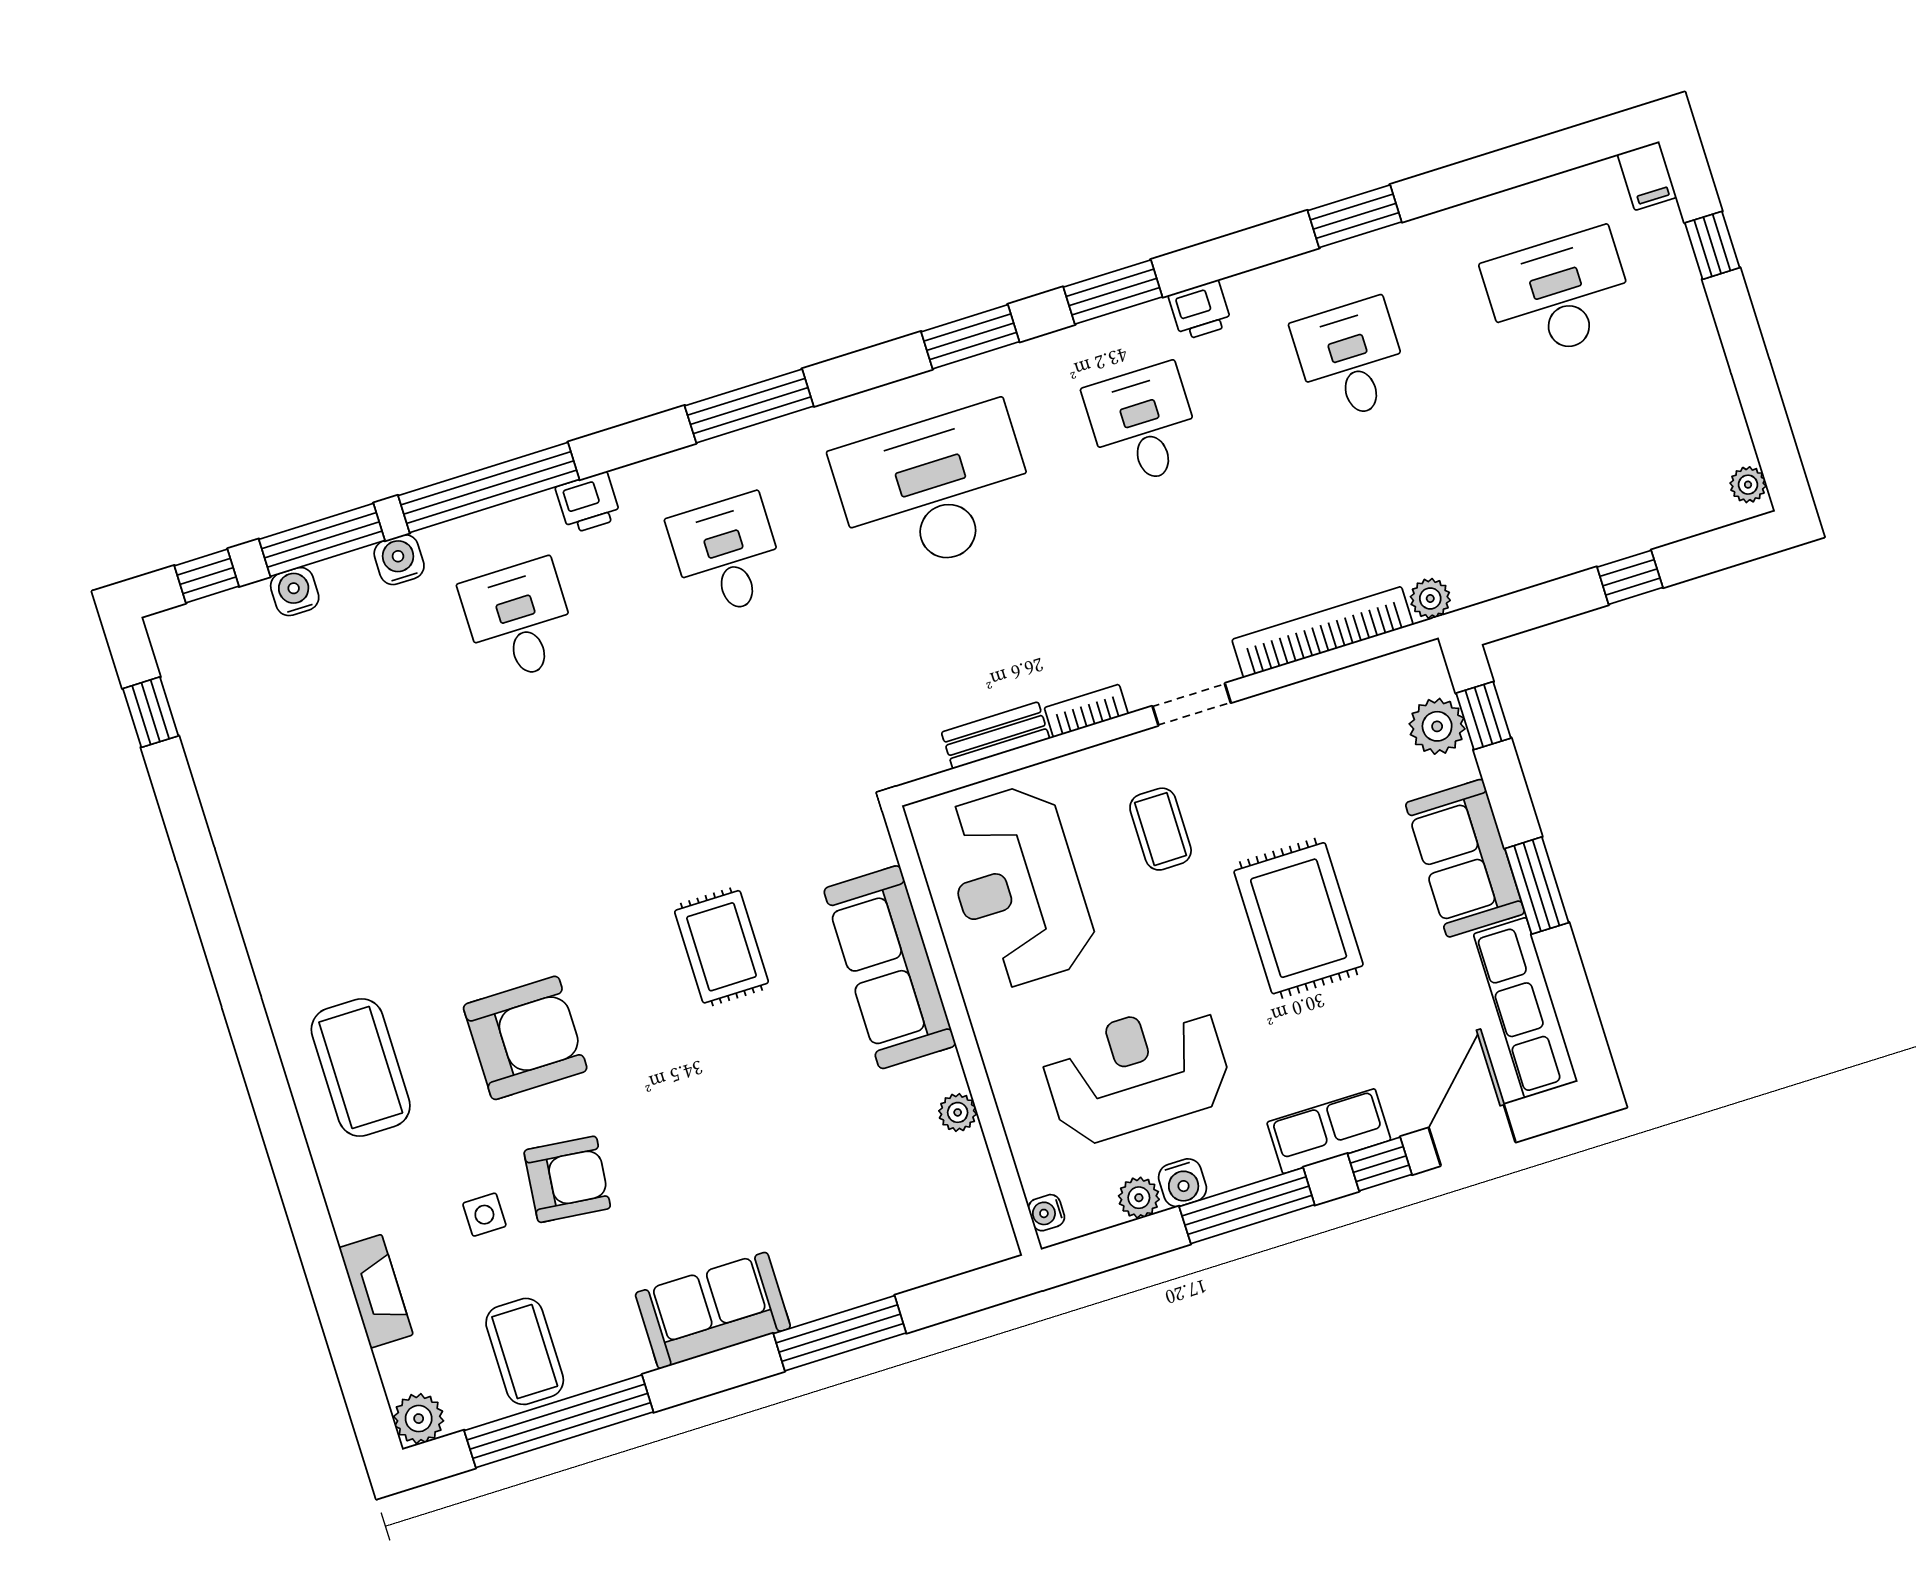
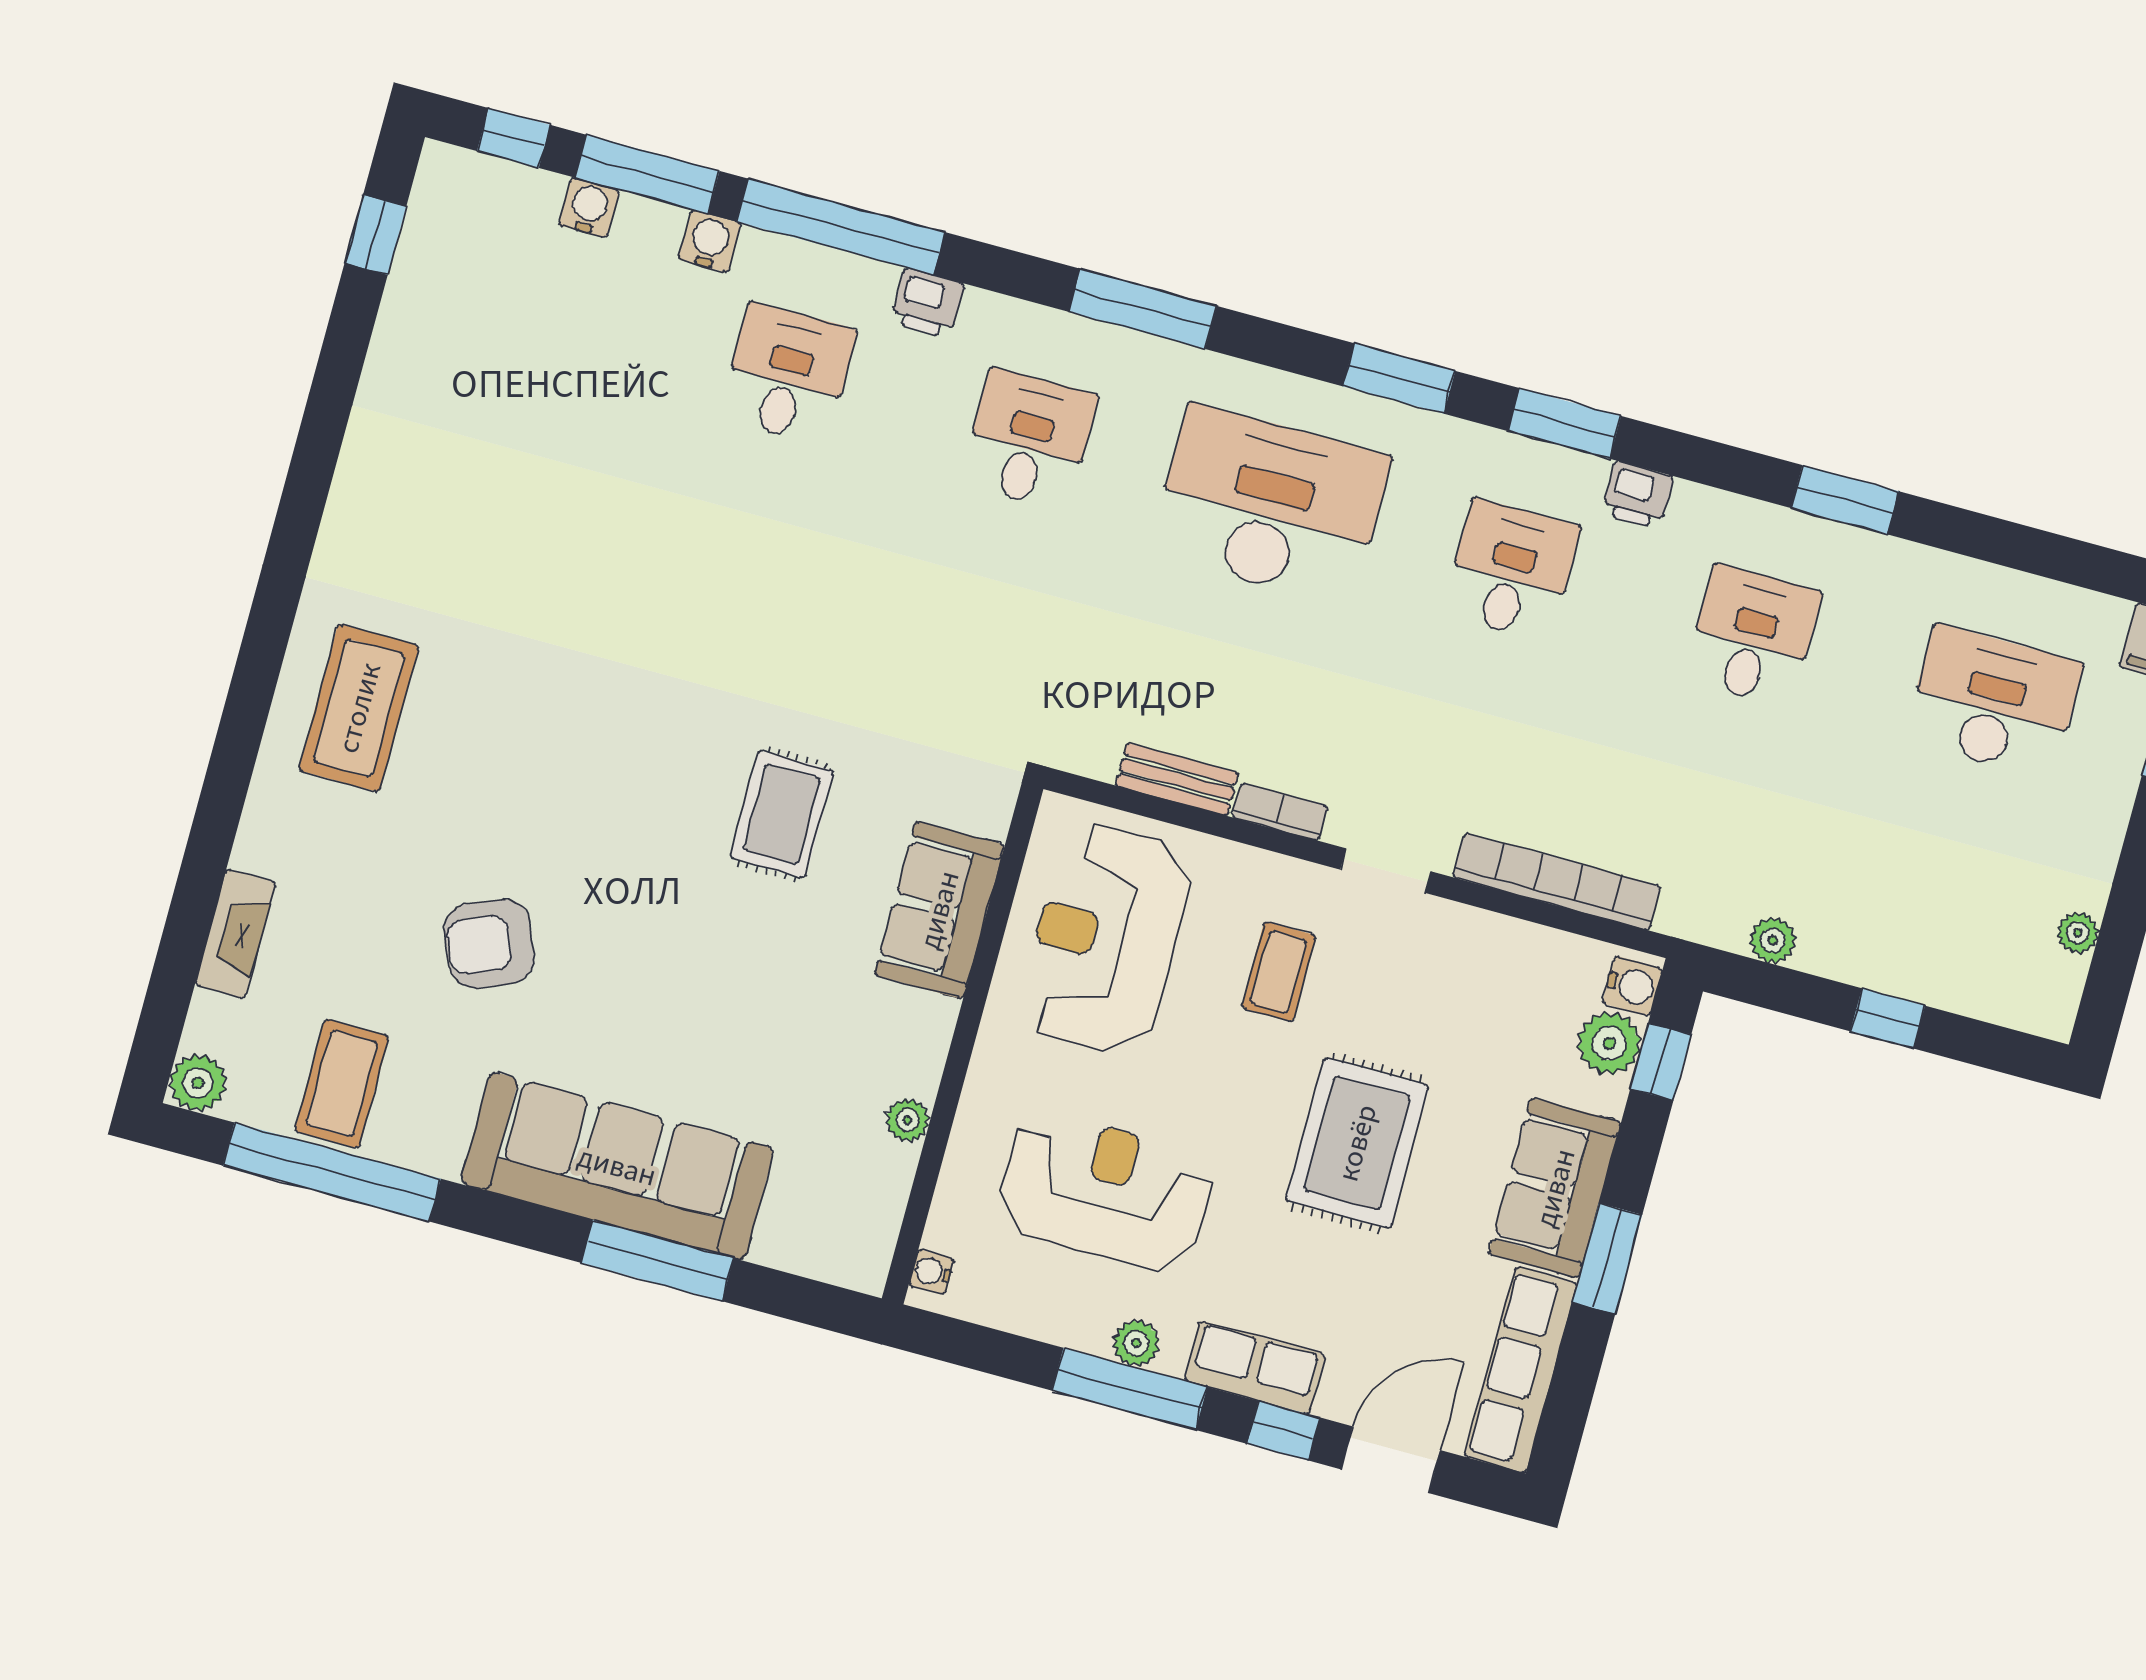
plant: (1748, 485) -> (2078, 933), moved
plant: (1430, 598) -> (1773, 940), moved
sofa: (890, 967) -> (939, 910), width x0.73
armchair: (525, 1038) -> (536, 781), removed
armchair: (567, 1179) -> (489, 944), turned 152
water cooler: (1182, 1183) -> (1632, 986), moved, turned -90
plant: (1139, 1198) -> (1136, 1343), moved
side table: (484, 1215) -> (387, 926), removed
sofa: (713, 1311) -> (617, 1166), width x1.85, depth x1.27

